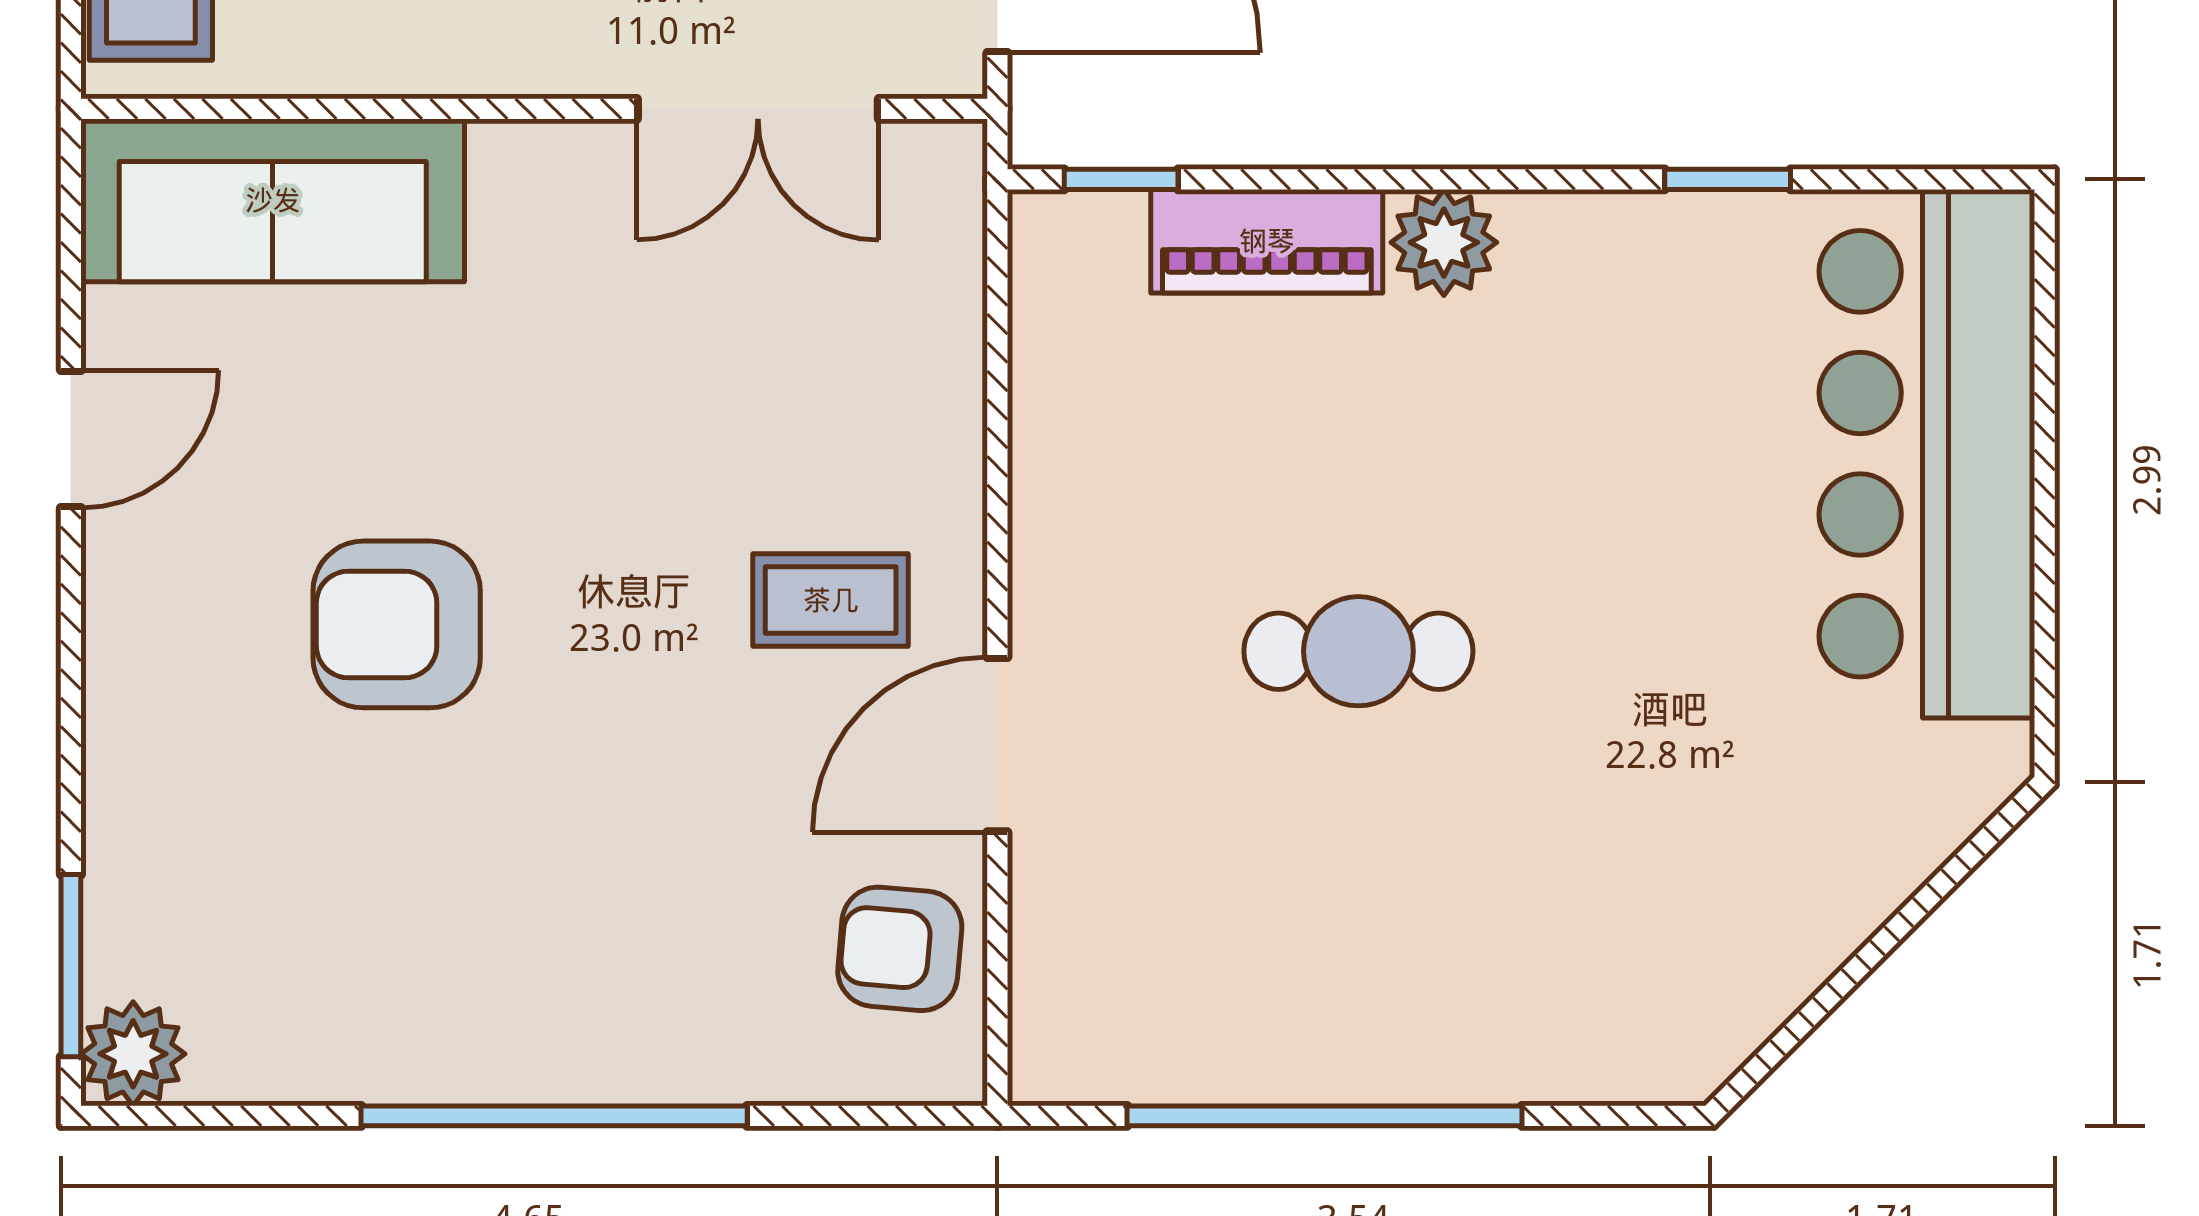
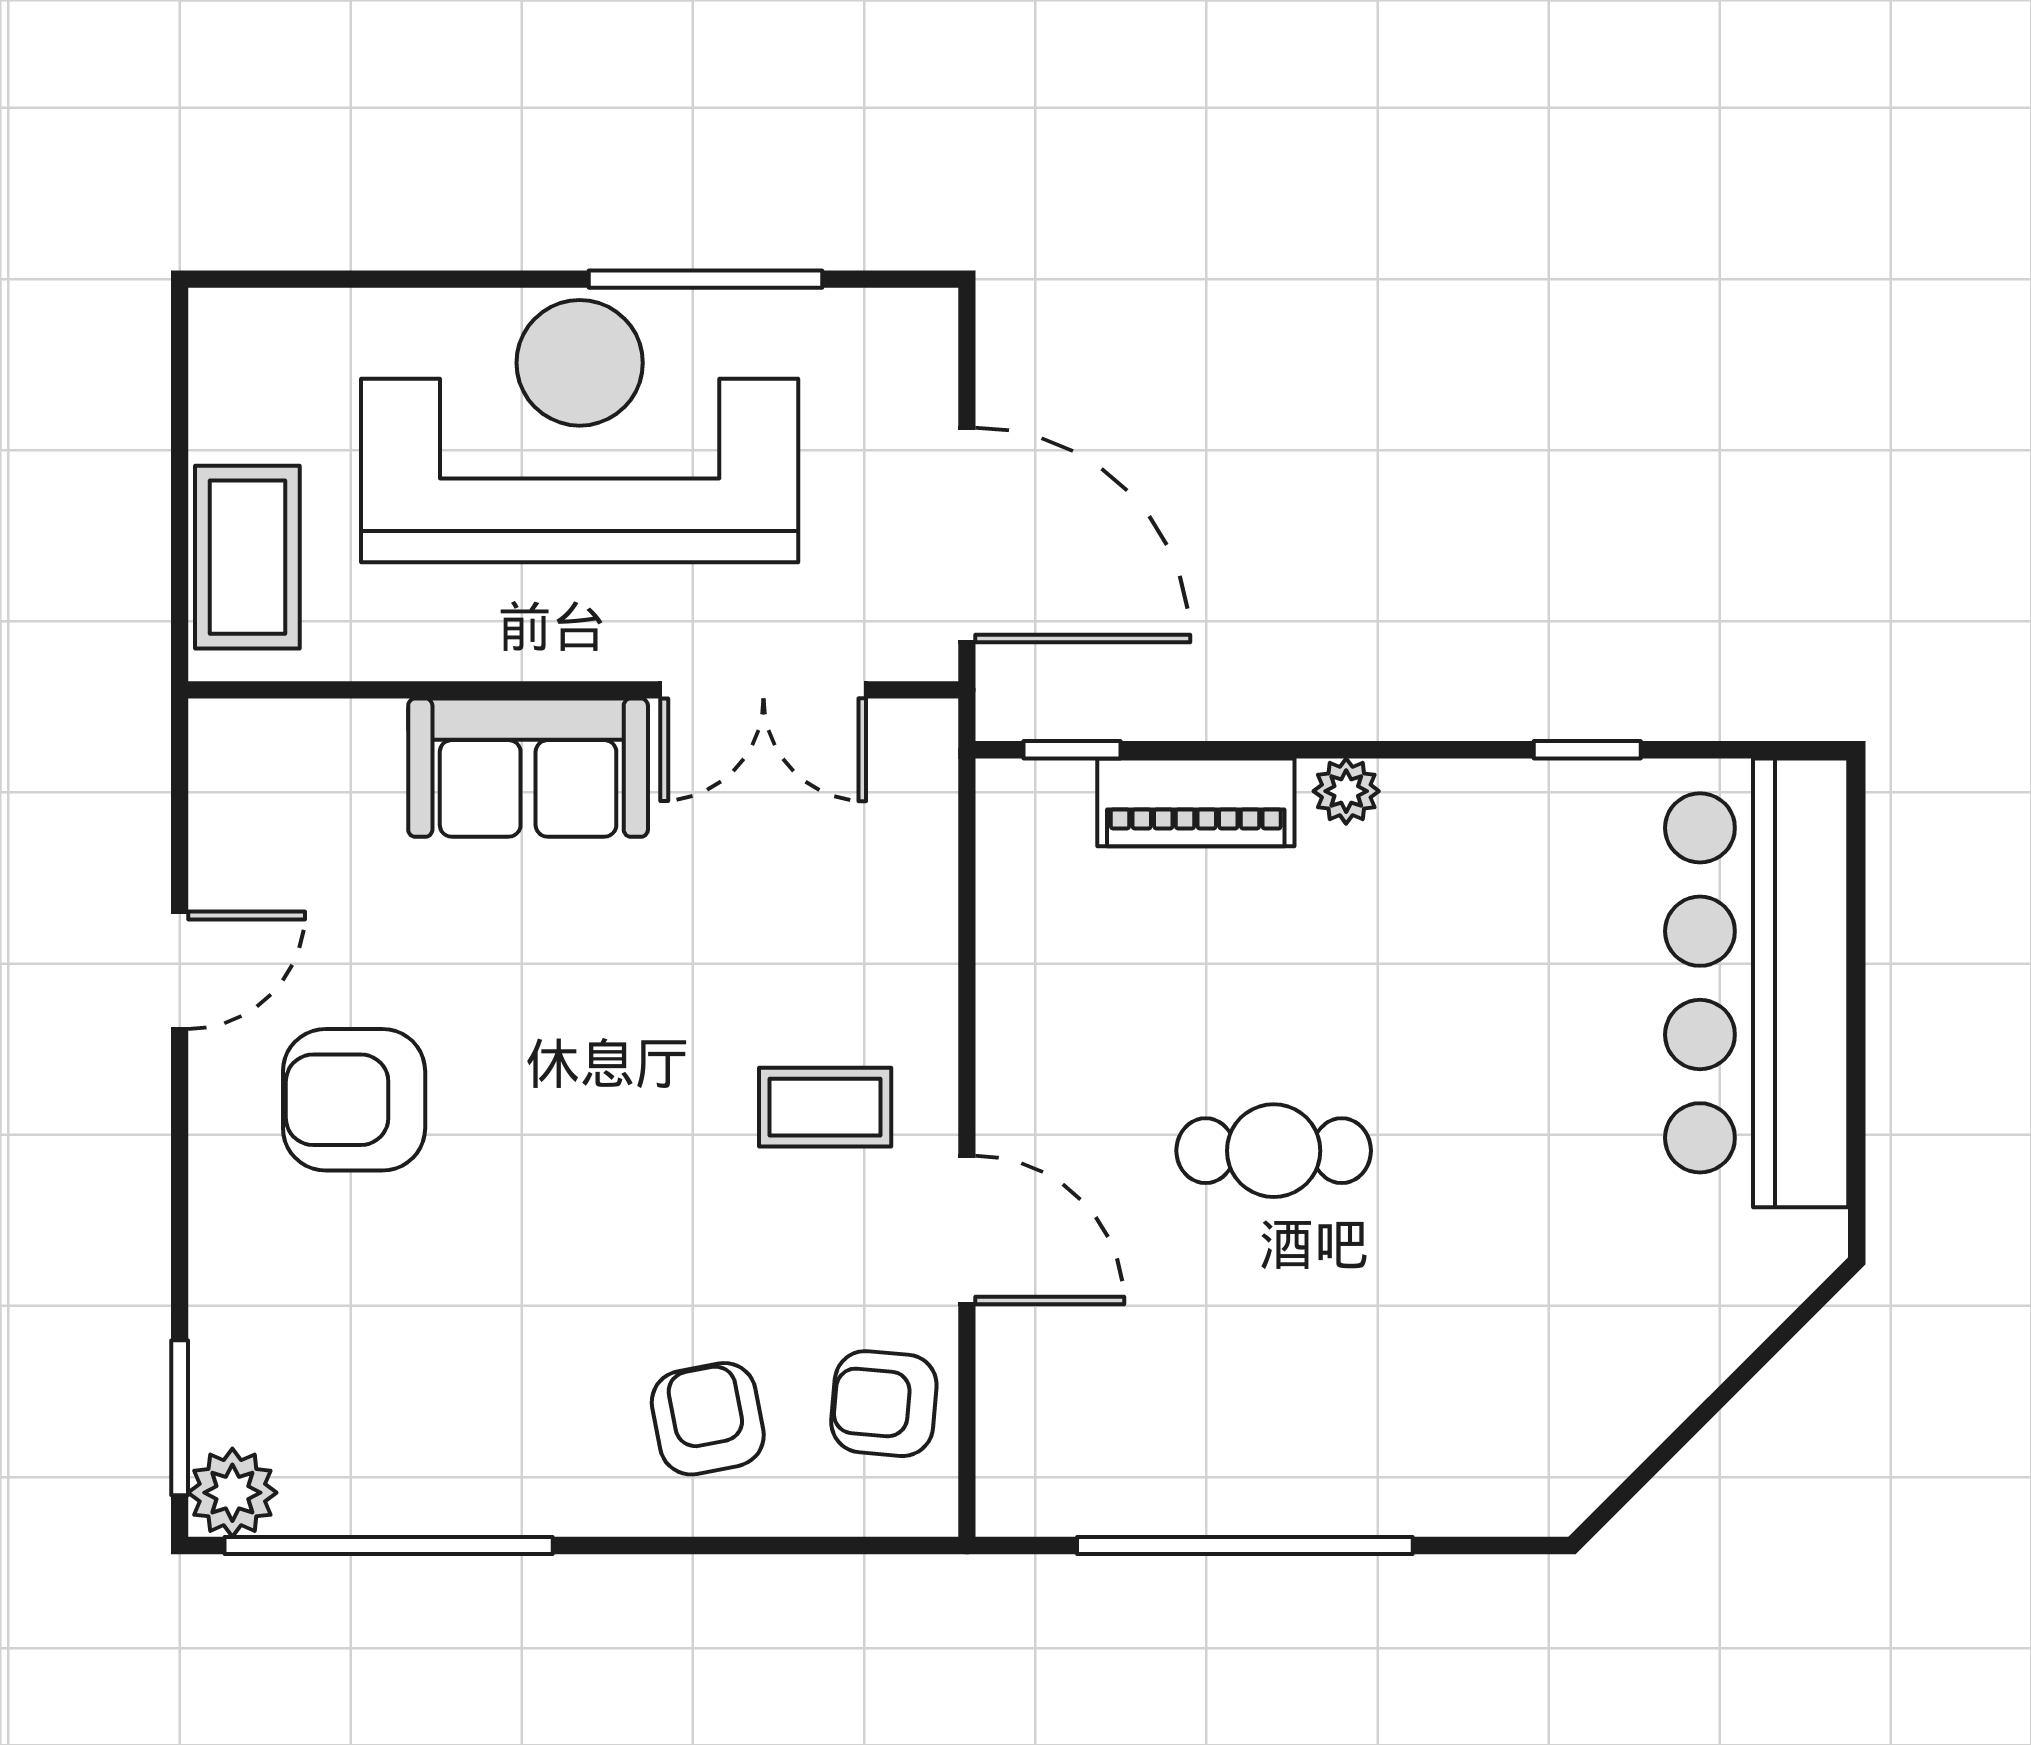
sofa: (273, 200) -> (528, 768), moved, width x0.73
plant: (1444, 242) -> (1346, 791), width x0.73, depth x0.73
armchair: (397, 624) -> (354, 1100), moved
door: (997, 745) -> (967, 1230), swing flipped
armchair: (692, 967) -> (708, 1419), added
window: (554, 1116) -> (389, 1546), moved

